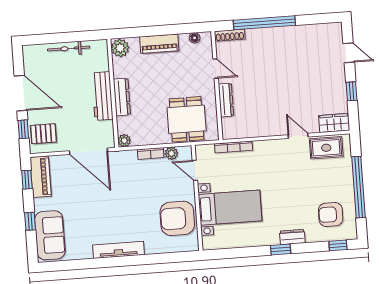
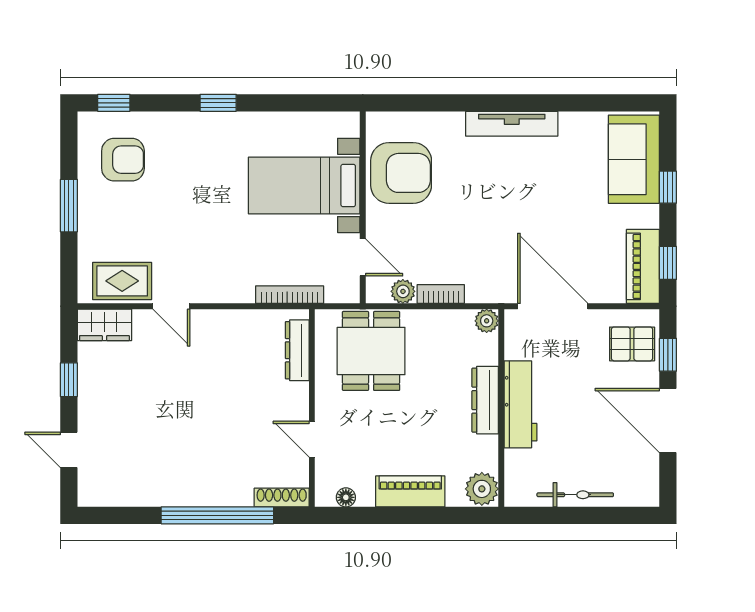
dresser: (226, 100) -> (297, 350), moved
window: (359, 187) -> (69, 206), width x0.47
dresser: (292, 237) -> (195, 124), removed

